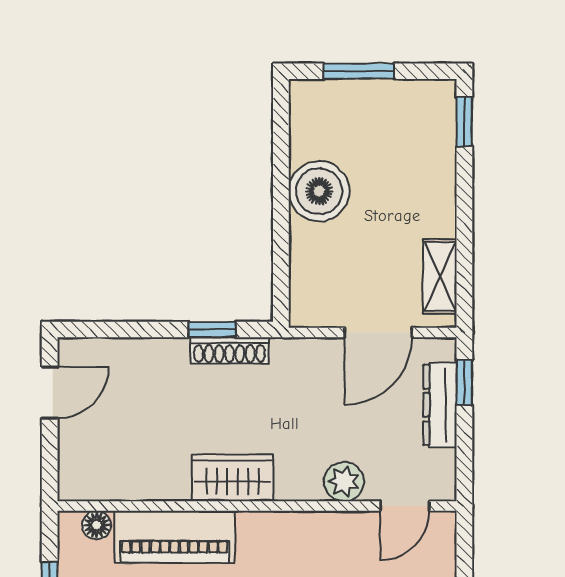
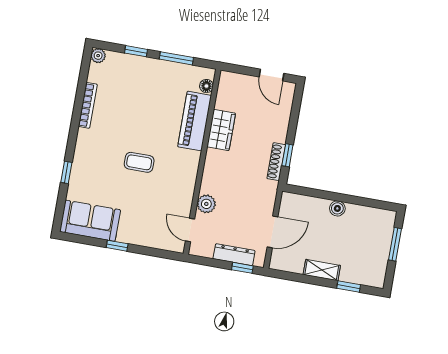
window: (464, 122) -> (349, 287), moved
boiler: (319, 191) -> (337, 208), width x0.54, depth x0.54
shelving: (440, 277) -> (322, 270), moved
door: (378, 333) -> (272, 232), swing flipped
wardrobe: (233, 478) -> (221, 130), moved

